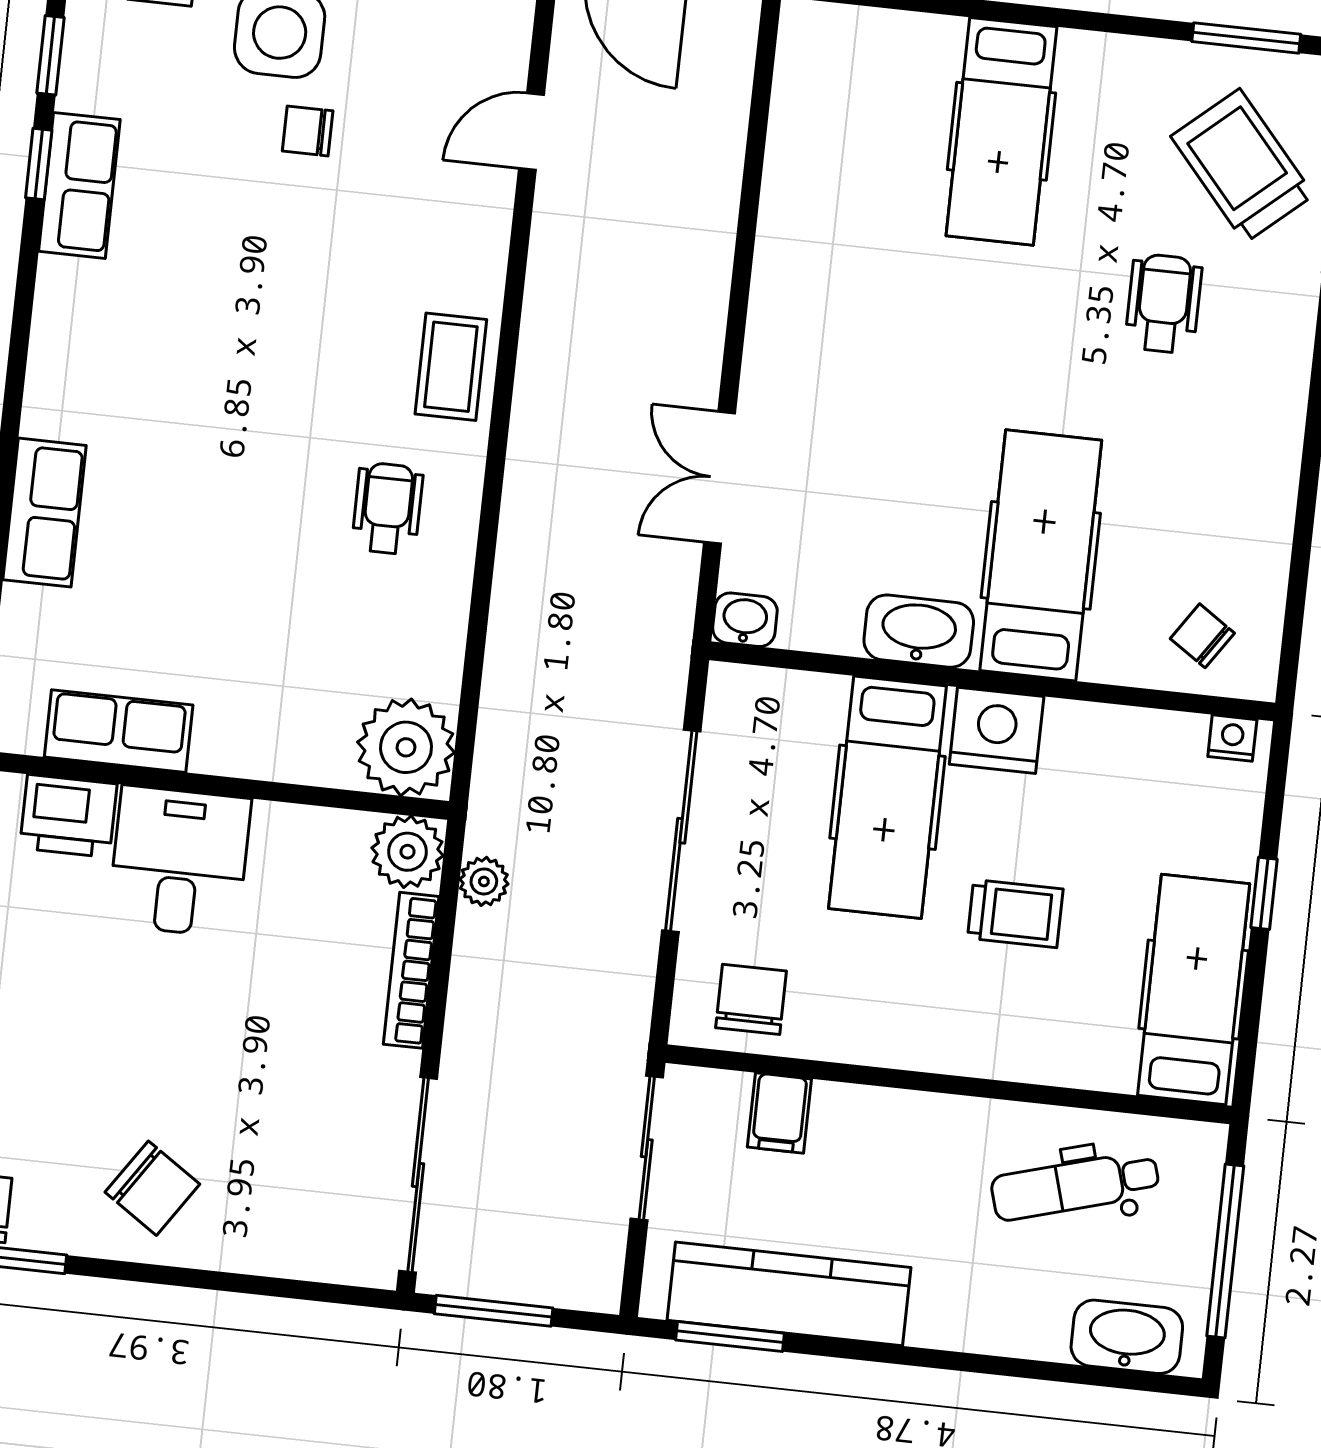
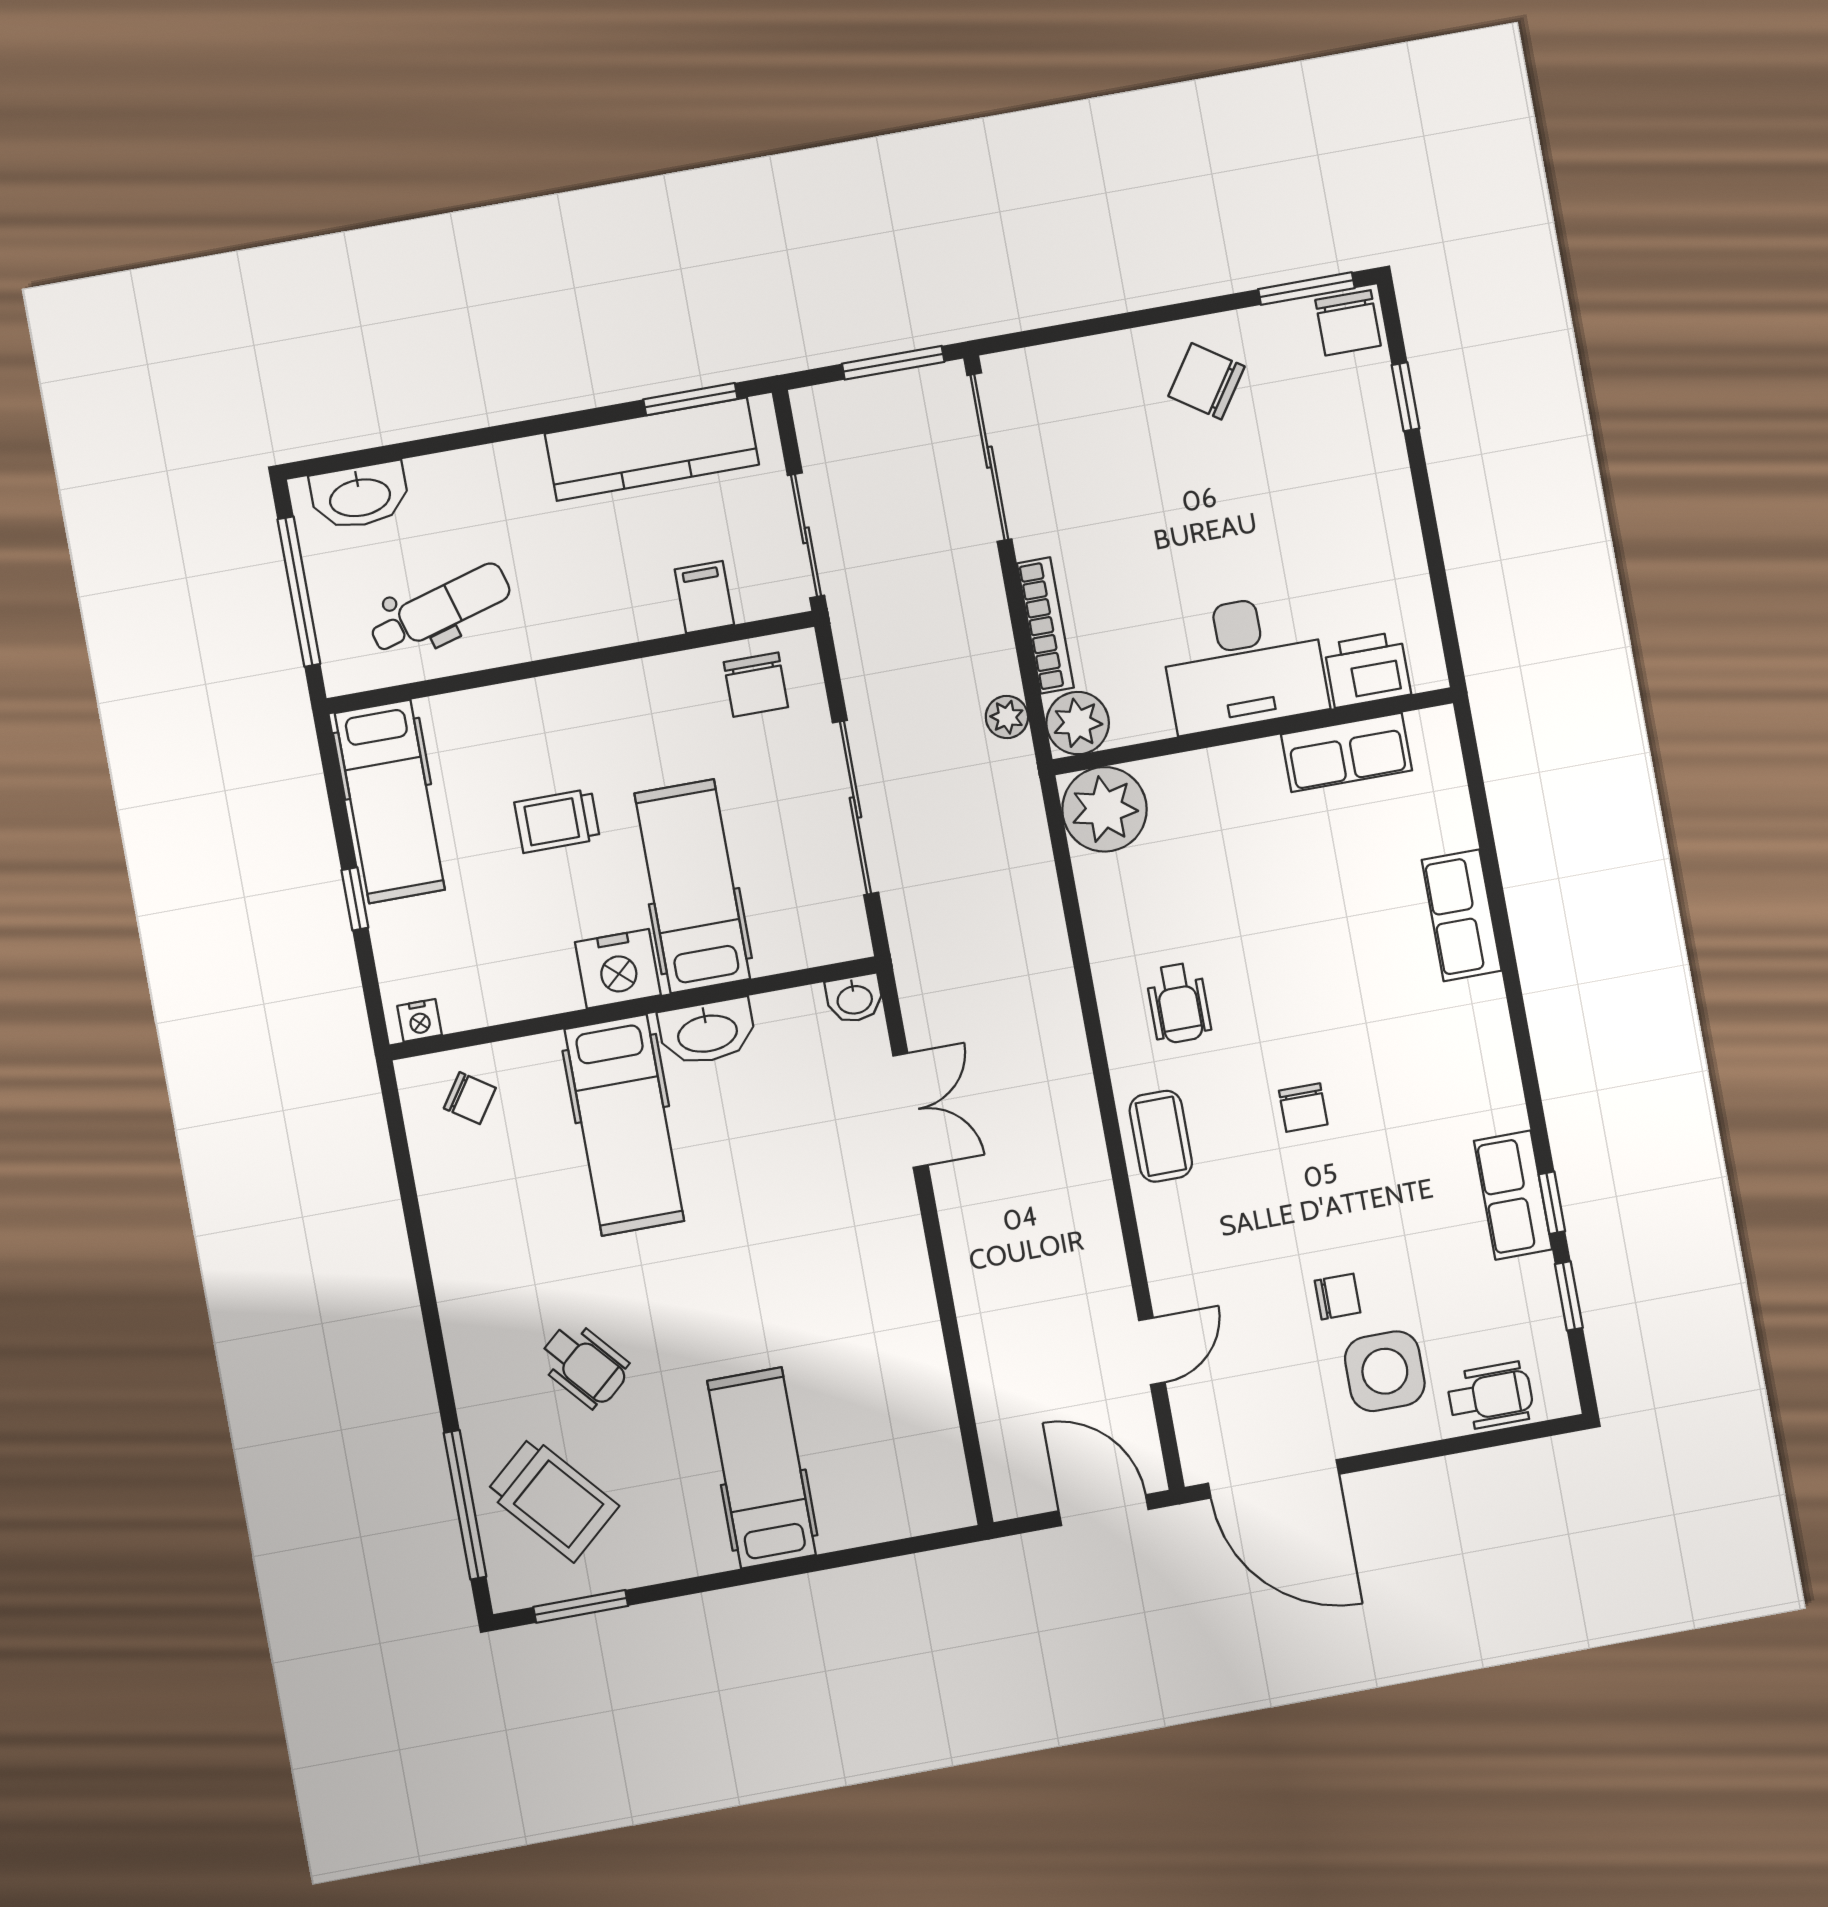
wheelchair: (1163, 304) -> (584, 1365), turned -41
chair: (284, 352) -> (1303, 1108), added
desk: (179, 862) -> (1244, 663), width x1.37

